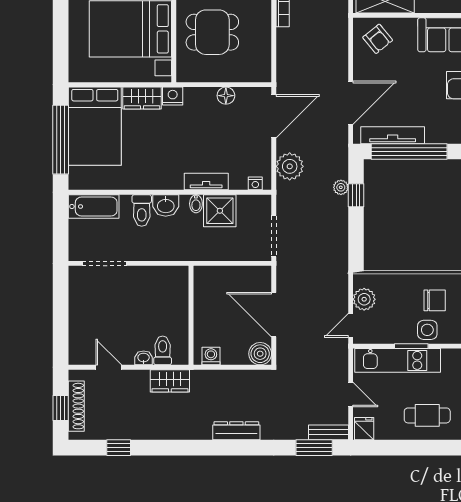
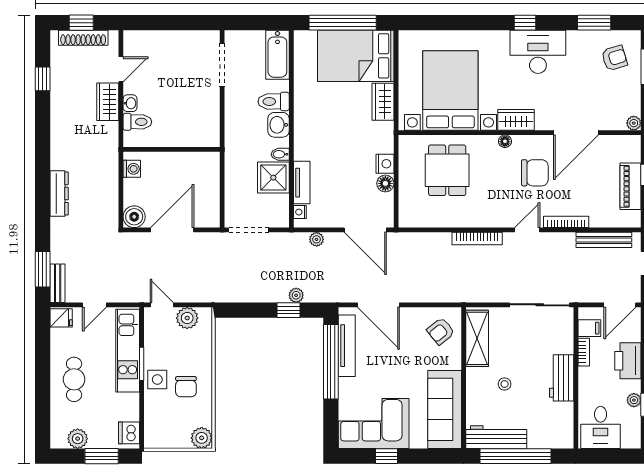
nightstand: (173, 96) -> (385, 164), moved
plant: (290, 166) -> (317, 239), width x0.53, depth x0.53
tv unit: (206, 182) -> (302, 183), moved
wardrobe: (170, 381) -> (108, 102), moved

